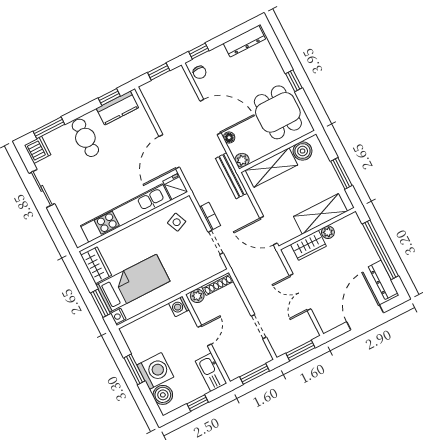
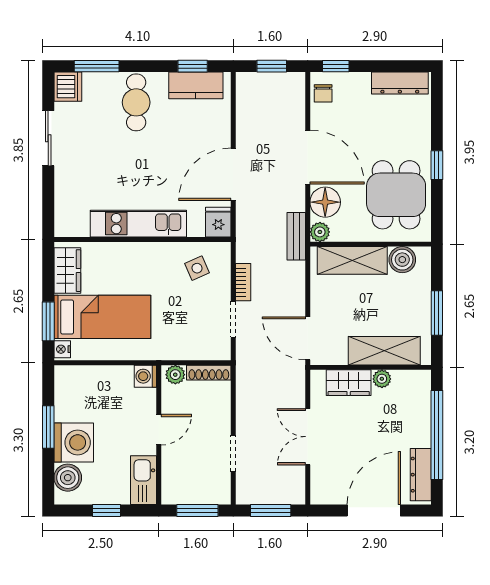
floor lamp: (229, 138) -> (325, 202), width x1.89, depth x1.89
bench: (231, 176) -> (296, 236), width x0.73
kitchen unit: (126, 213) -> (138, 224), width x0.73

